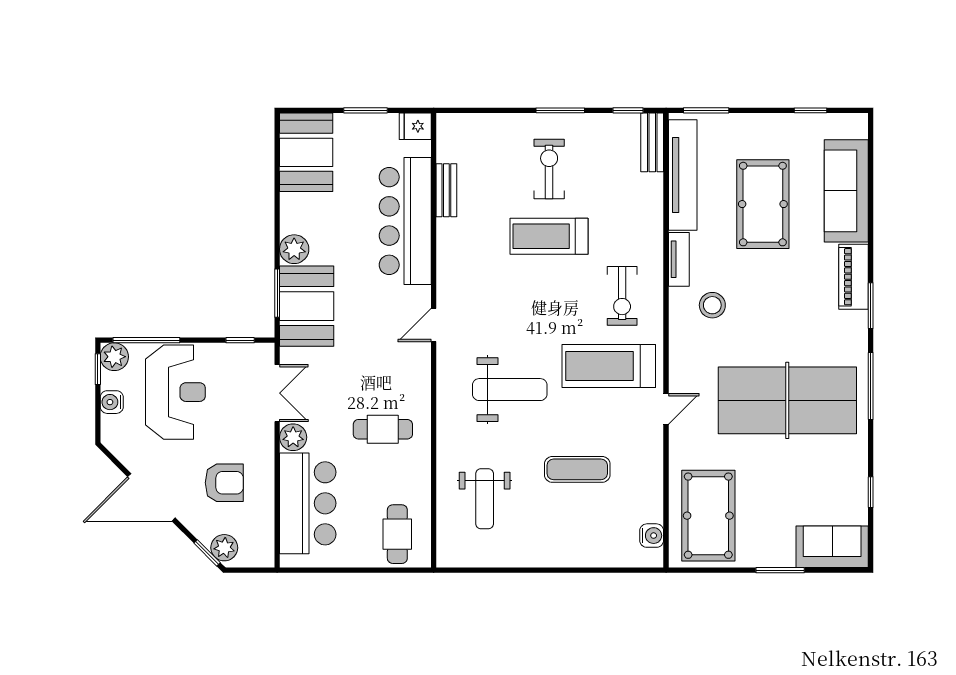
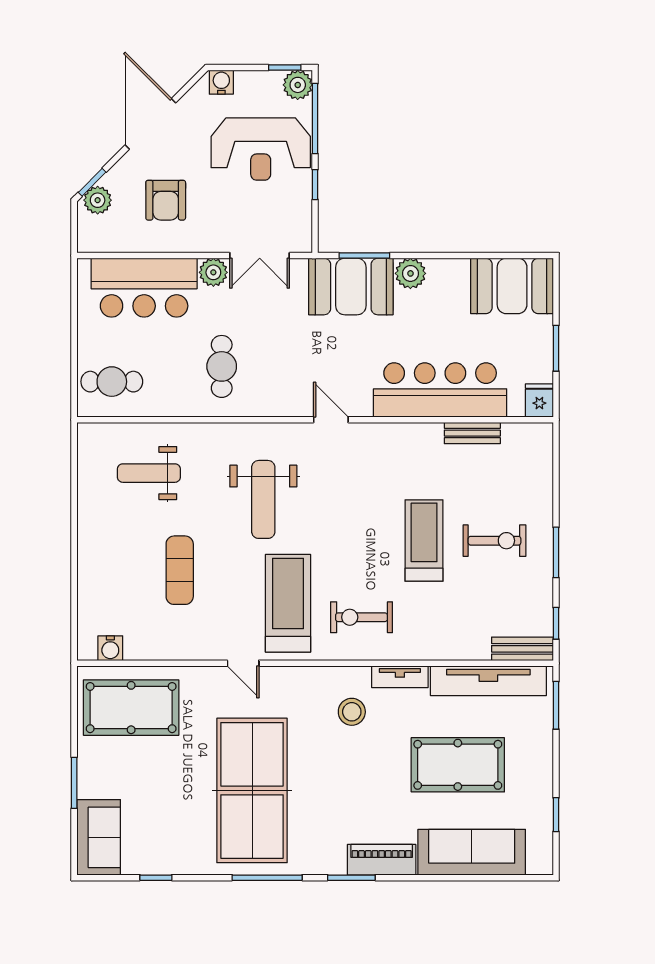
window: (240, 340) -> (315, 185), moved
water cooler: (112, 402) -> (221, 82), moved

